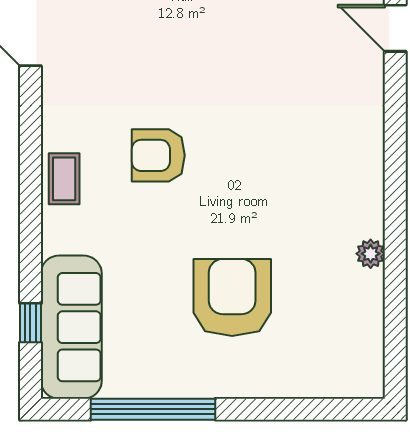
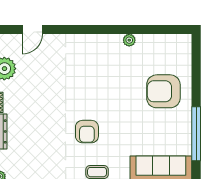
armchair: (232, 297) -> (163, 91), moved

